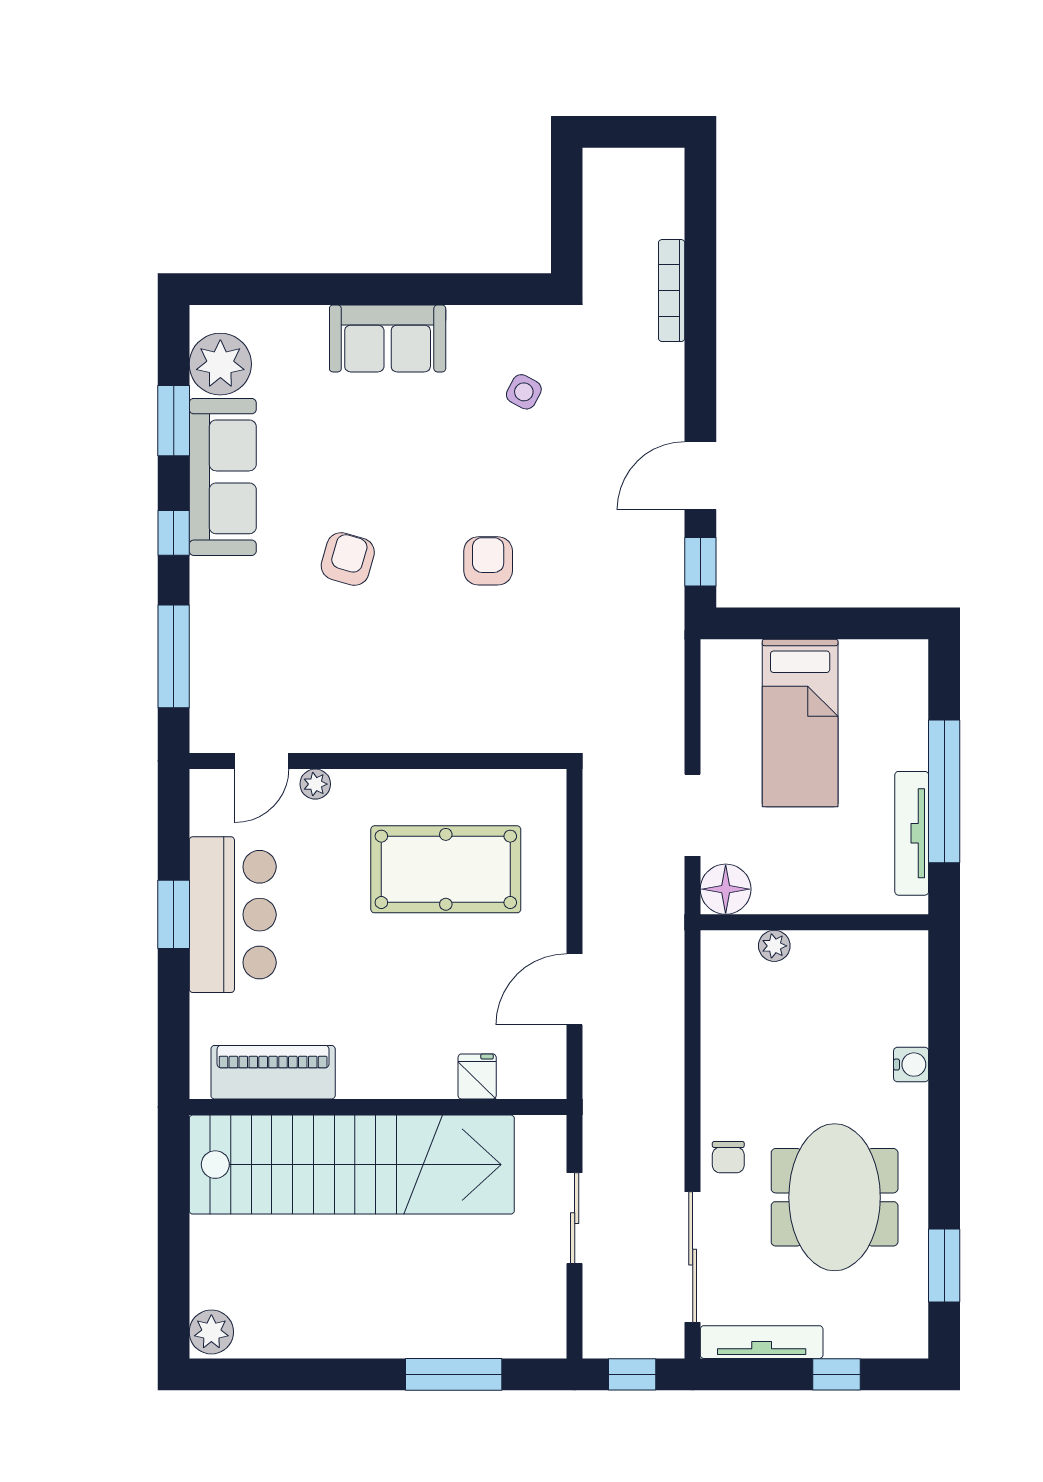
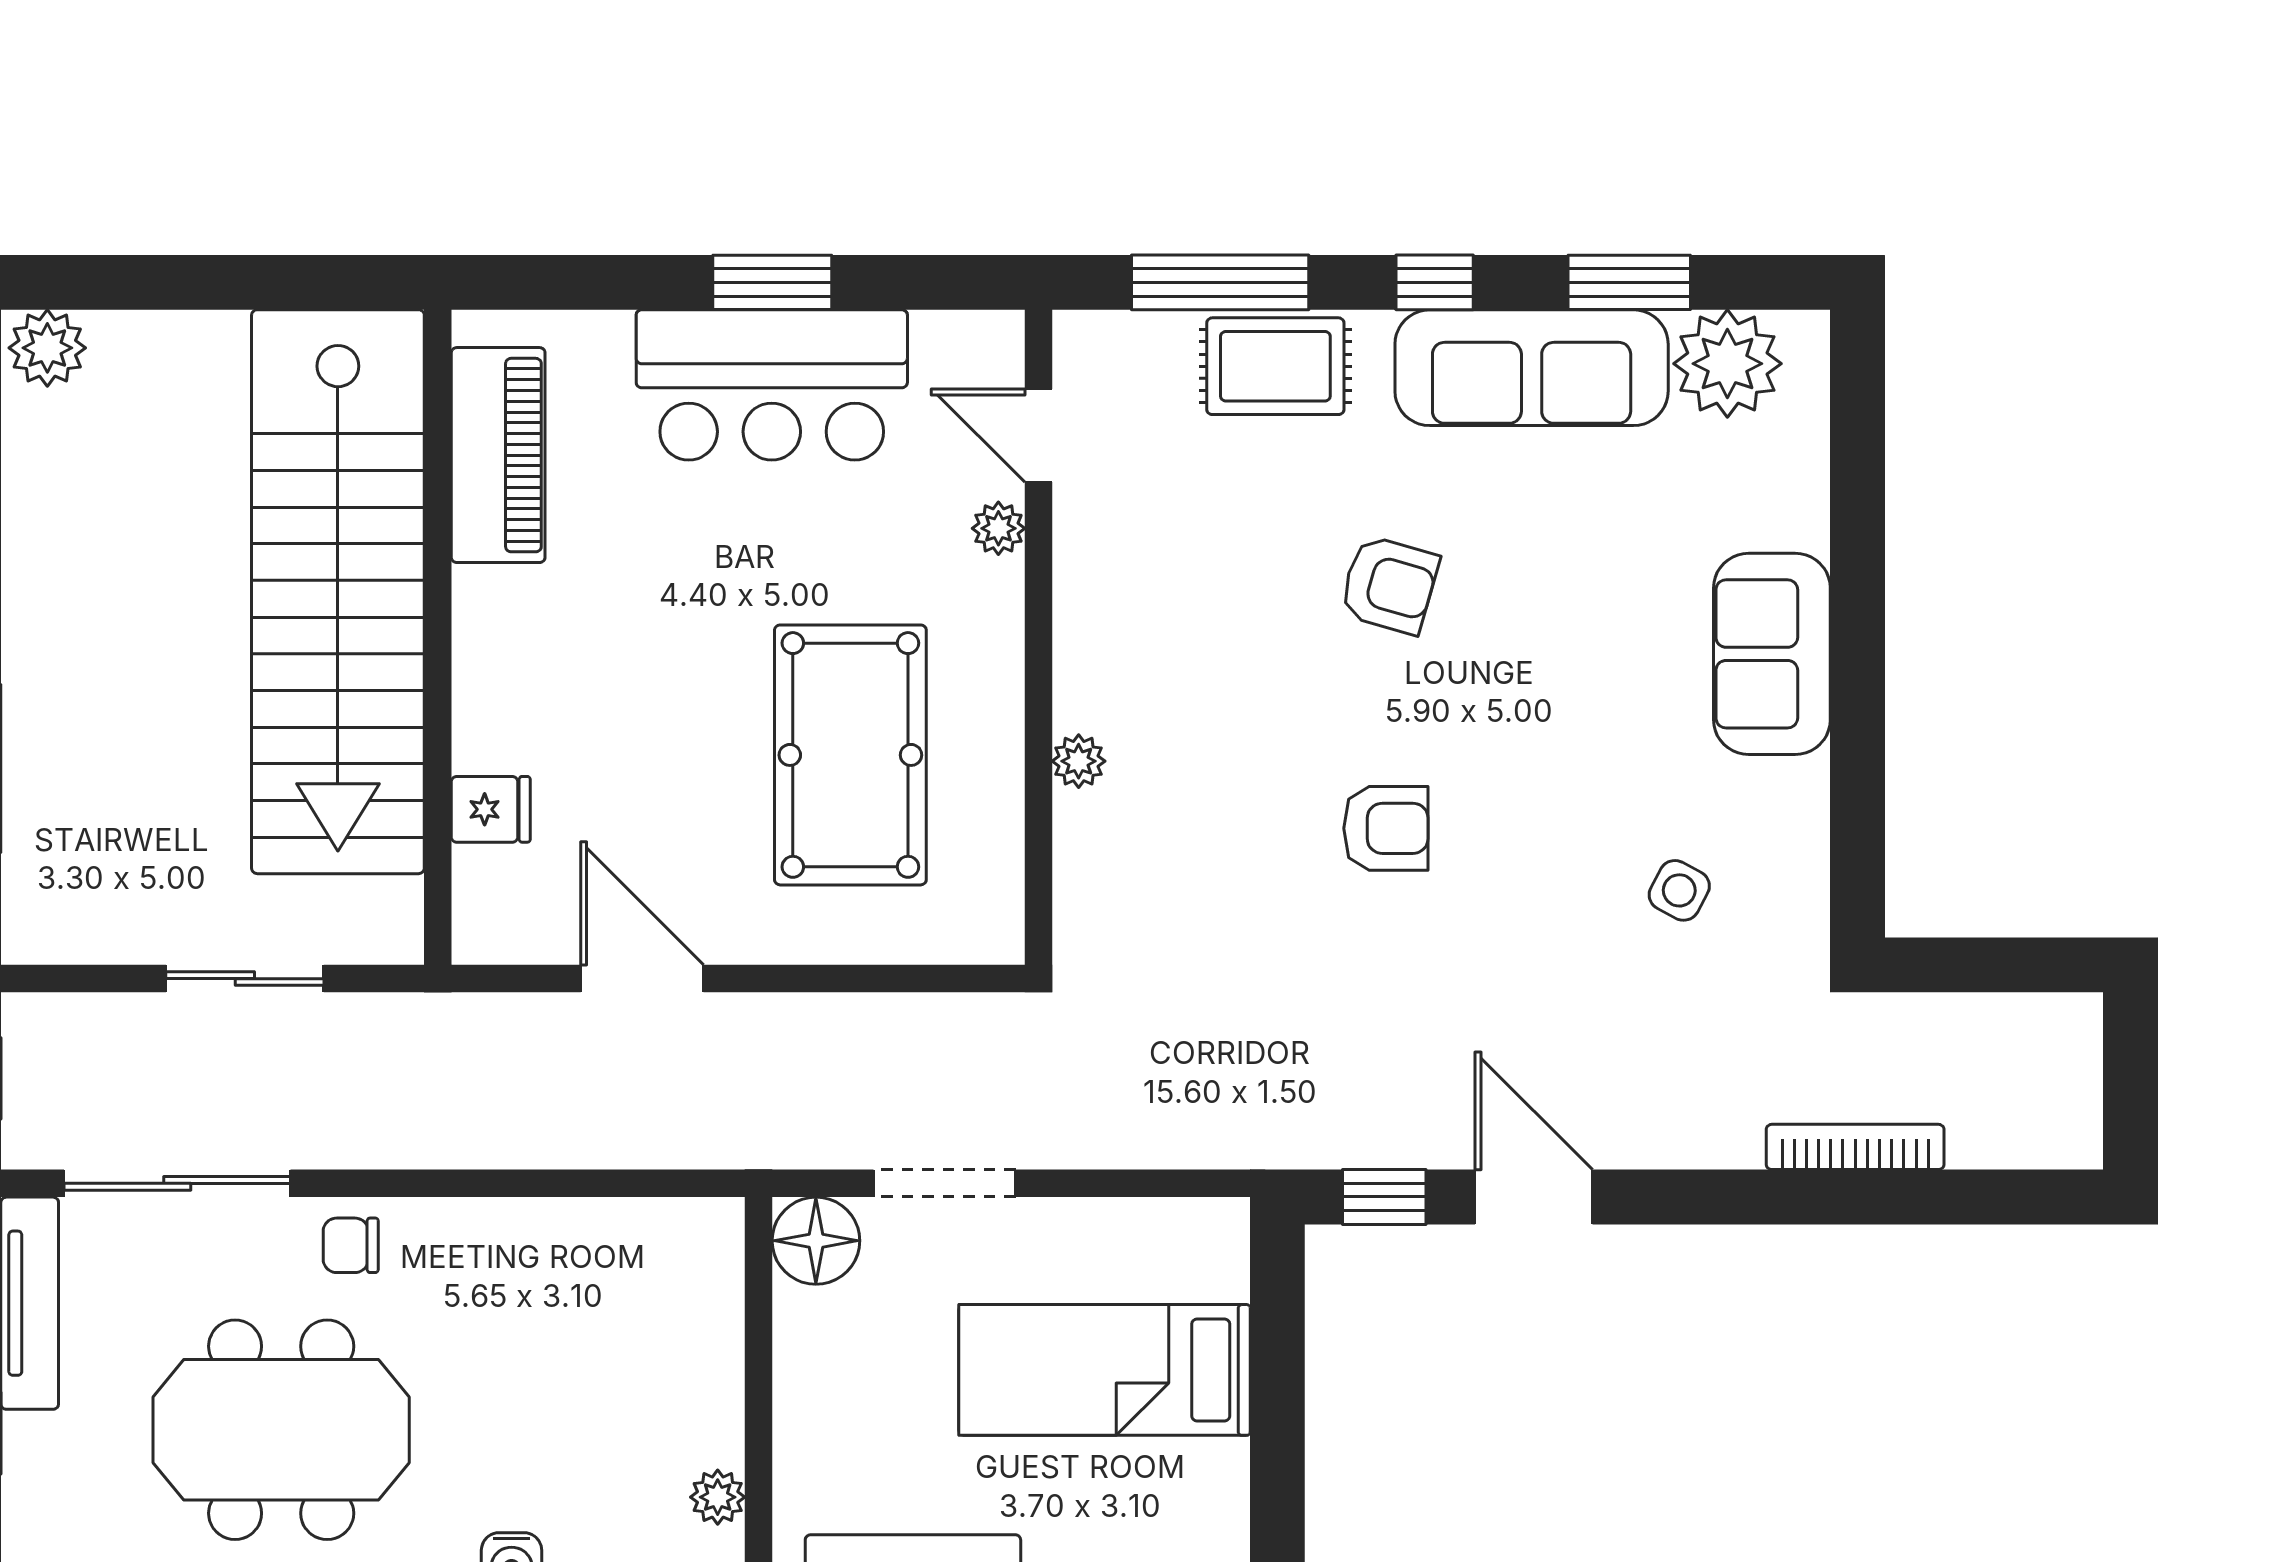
rug: (222, 625) -> (1275, 366), added
plant: (449, 738) -> (1079, 761), added
plant: (774, 946) -> (718, 1497), moved

